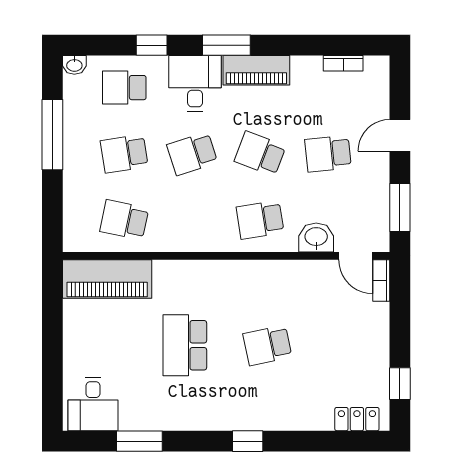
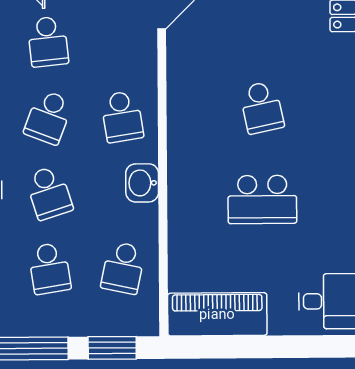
window: (52, 210) -> (112, 348), added
washbasin: (316, 237) -> (142, 183), moved
piano: (107, 279) -> (217, 314), moved, turned -90

